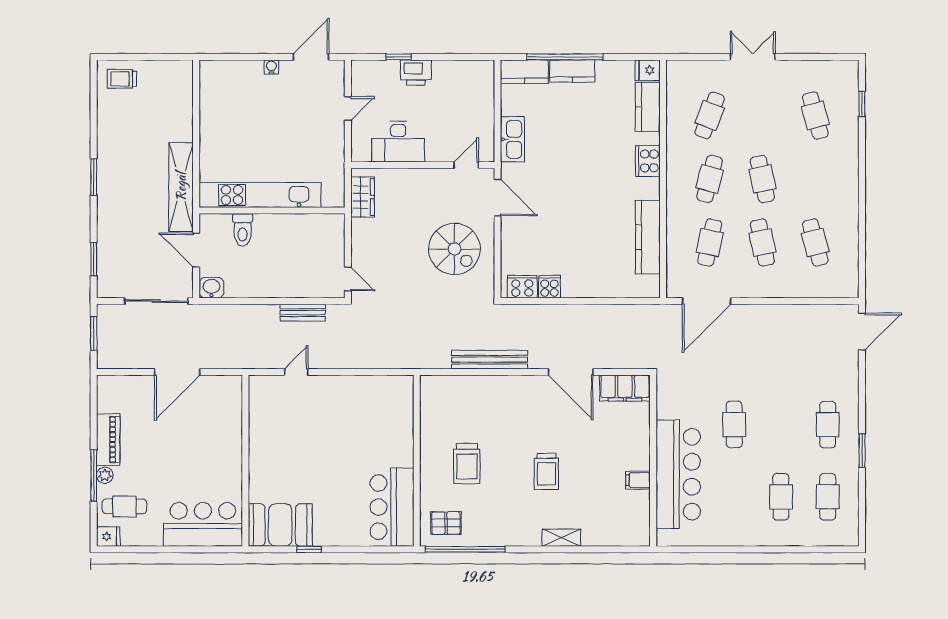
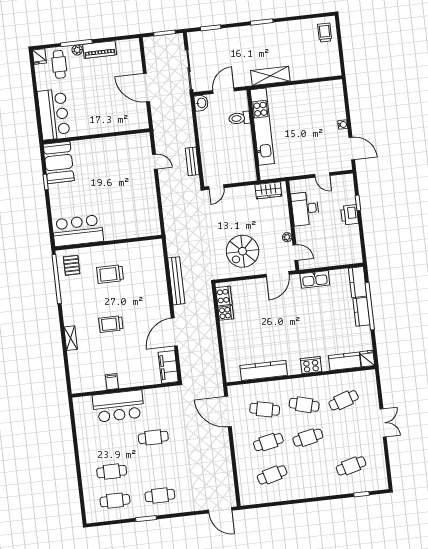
cafe table: (710, 115) -> (344, 400), turned -39
plant: (440, 176) -> (287, 237), added
shelving: (181, 187) -> (270, 76), width x0.68
bar counter: (678, 474) -> (118, 406), width x0.73

